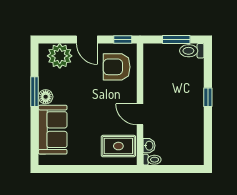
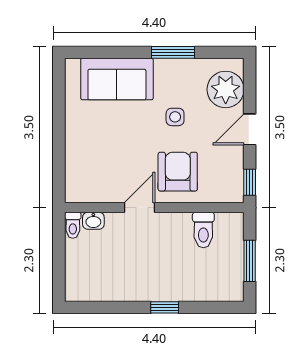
toilet: (192, 51) -> (203, 230), moved, turned 180
armchair: (117, 67) -> (178, 172), moved
side table: (78, 90) -> (175, 117), added
floor lamp: (46, 97) -> (165, 69), removed
rug: (118, 146) -> (93, 176), removed

